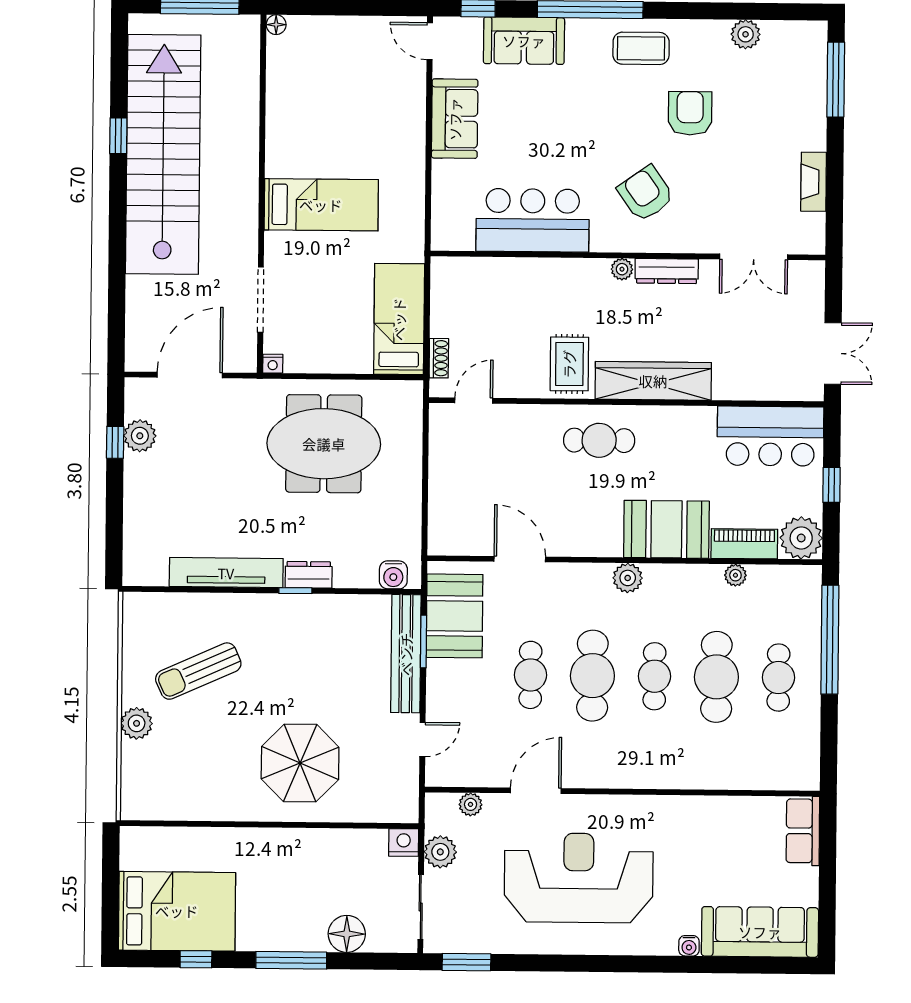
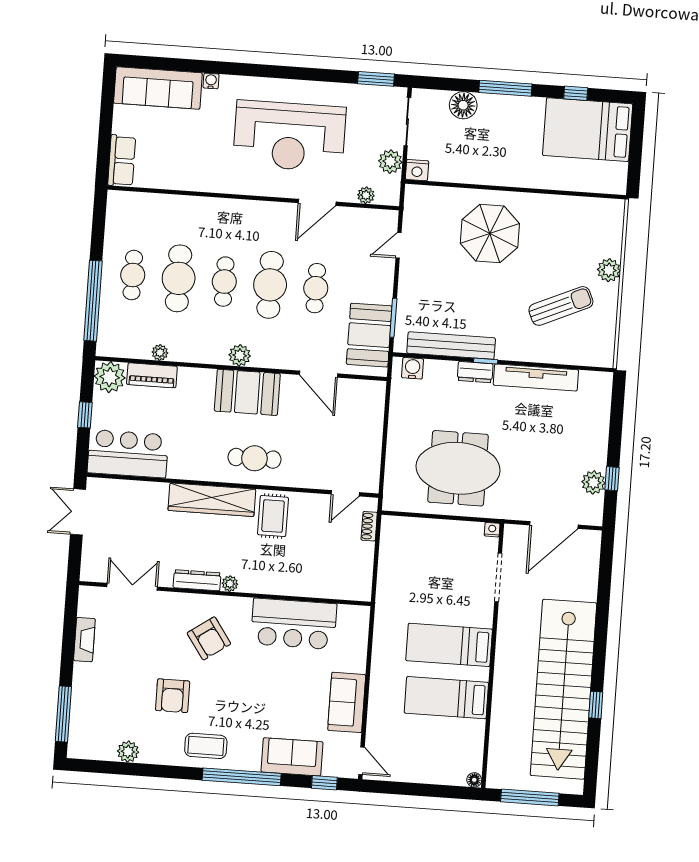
bed: (399, 319) -> (446, 698), moved, turned 90
booth: (666, 529) -> (247, 392), moved
bench: (406, 654) -> (451, 346), moved, turned 90

